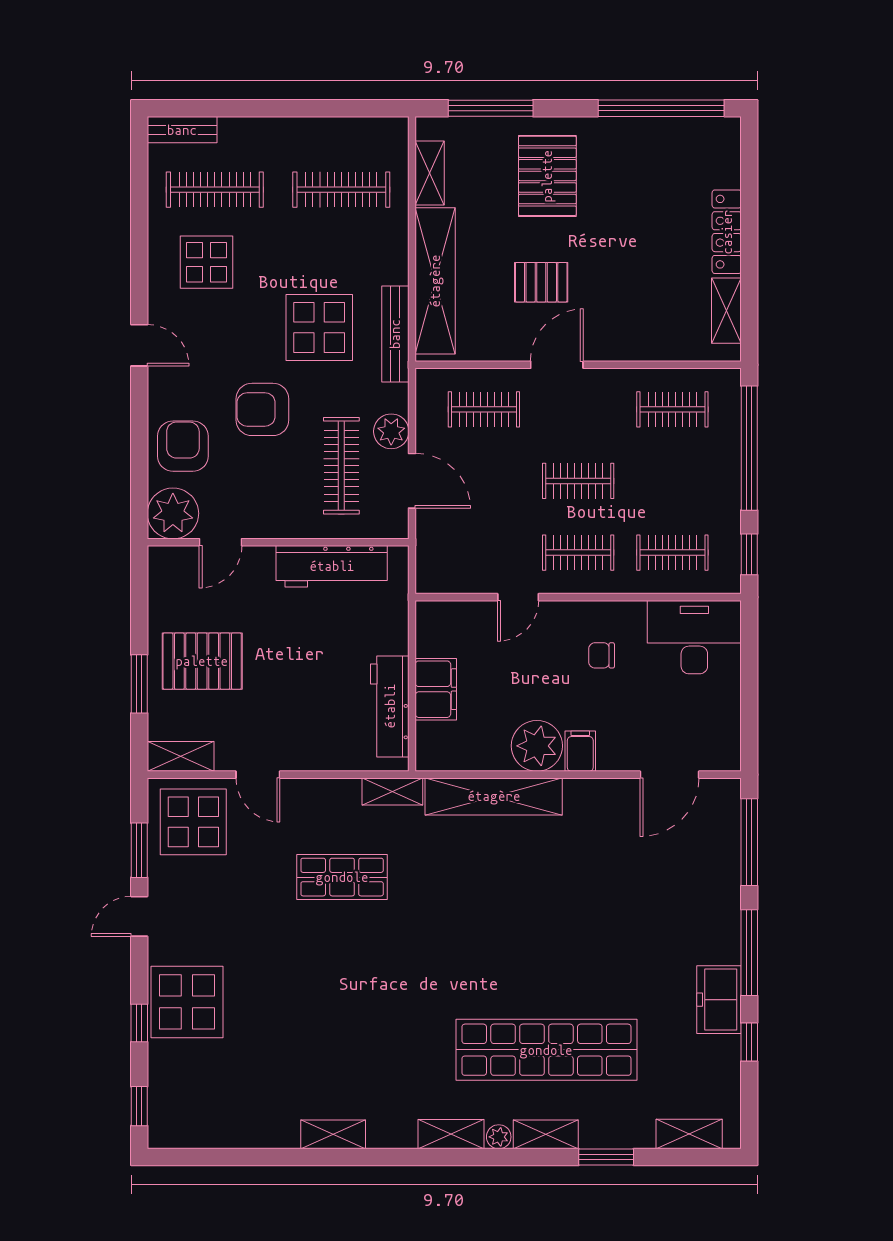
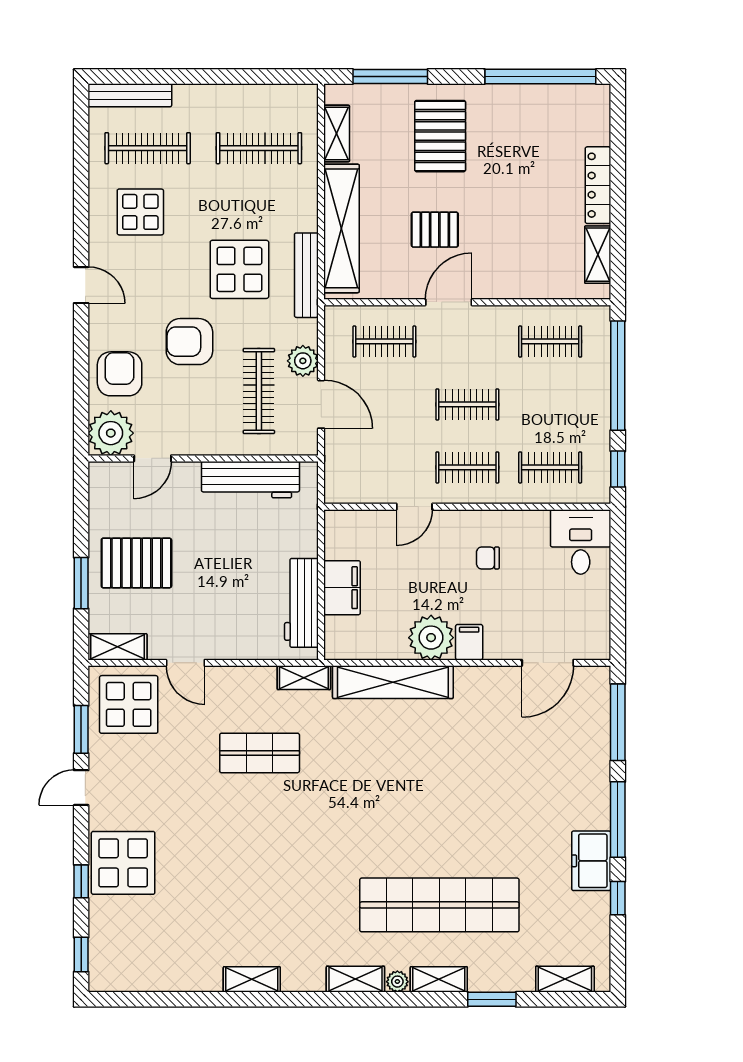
bench: (182, 130) -> (130, 95), width x1.36
desk: (694, 637) -> (581, 542), width x0.73

